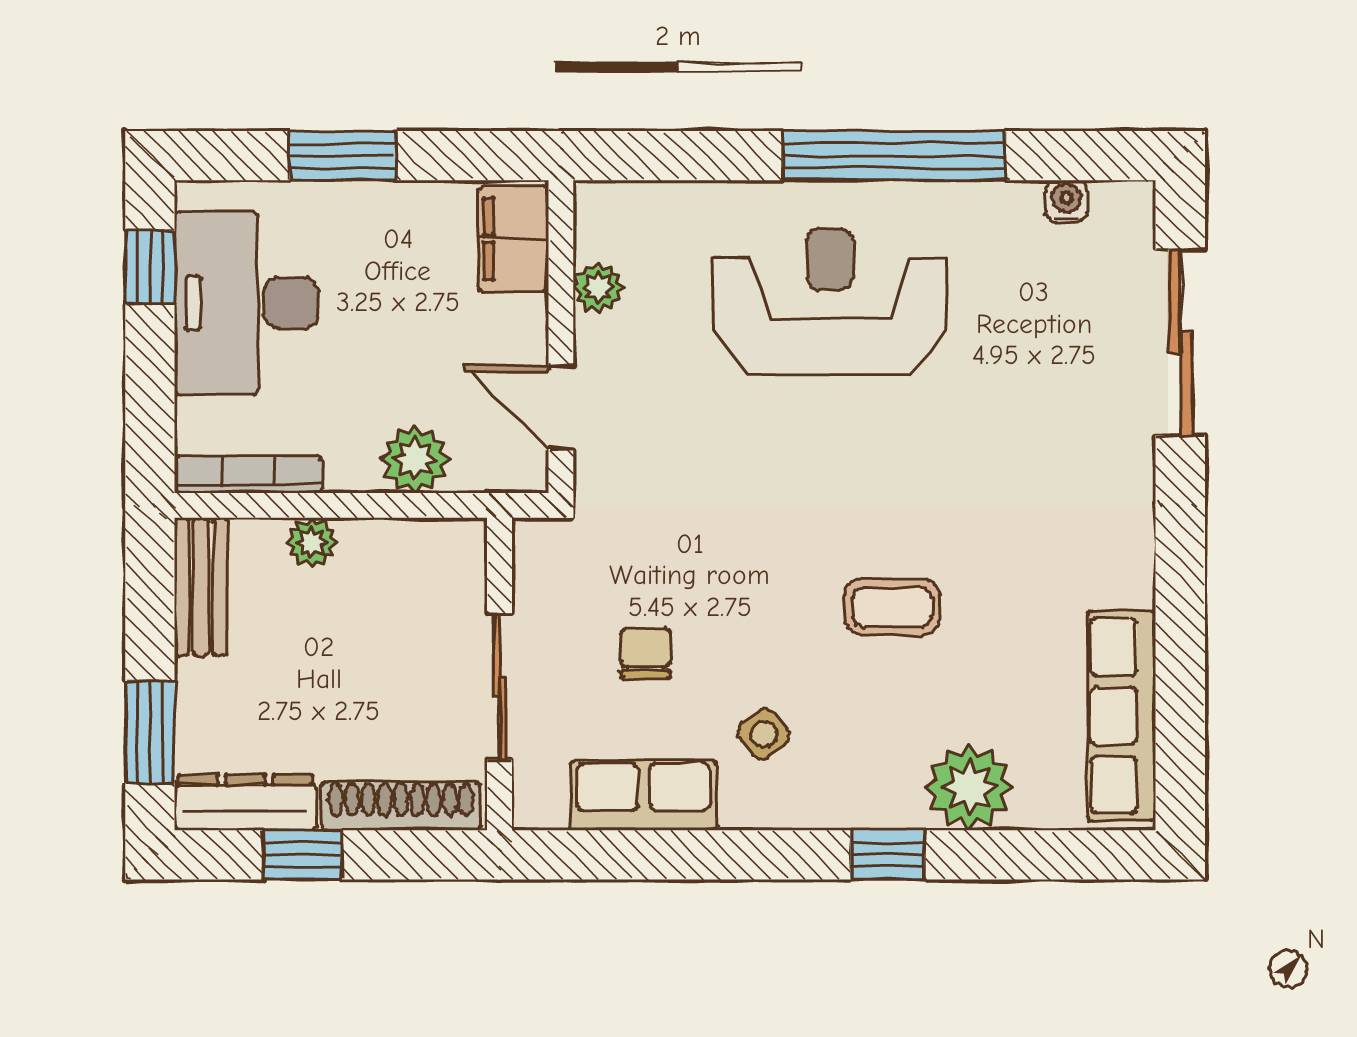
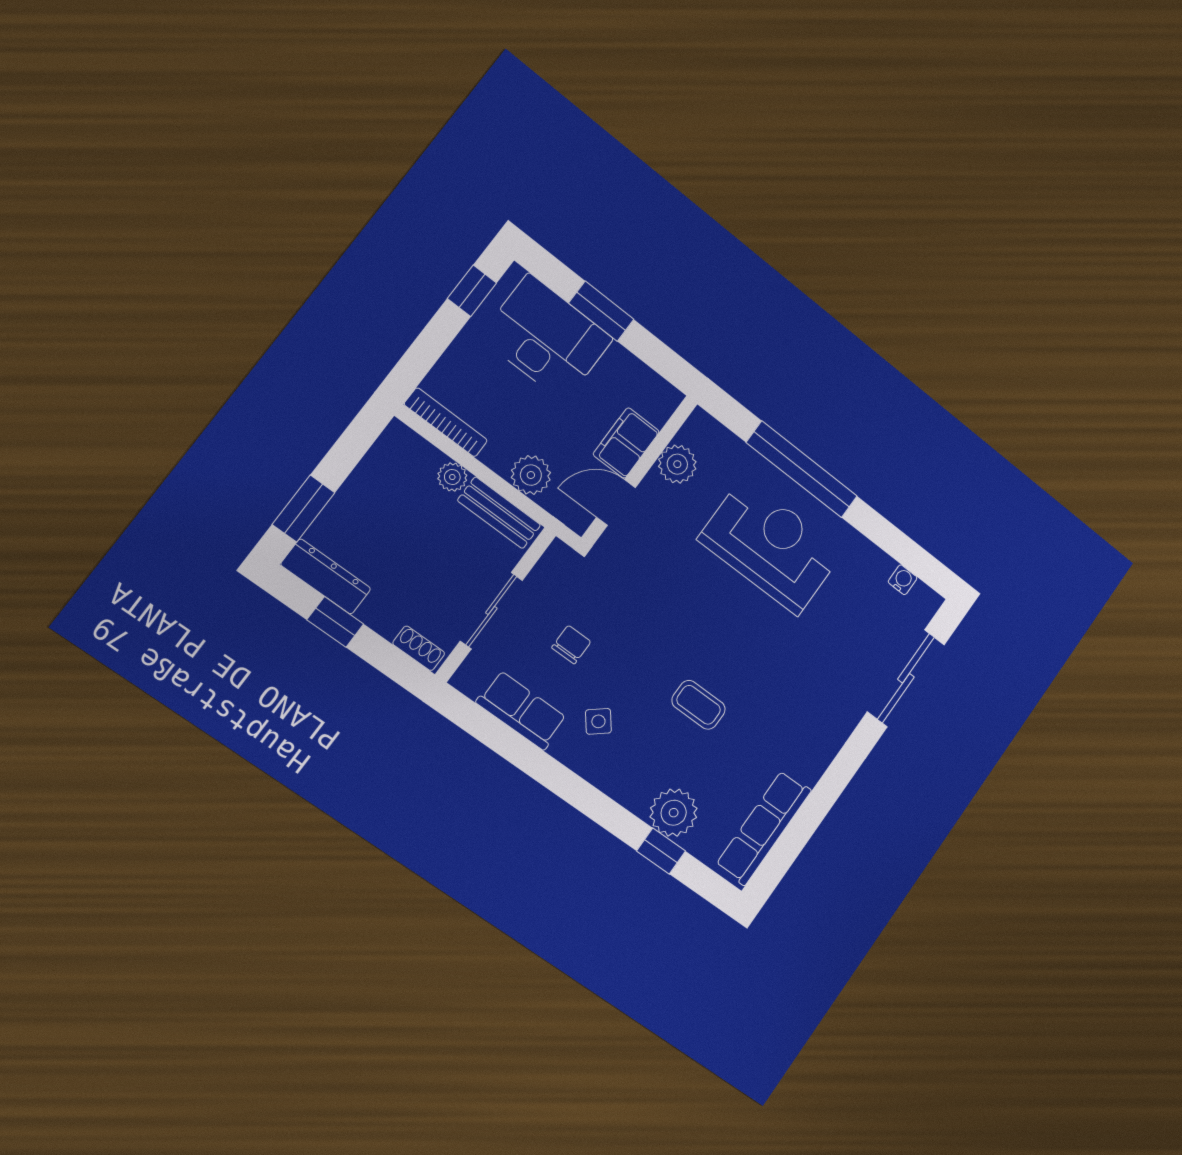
window: (894, 156) -> (802, 469), moved
filing cabinet: (513, 239) -> (626, 443), moved
plant: (598, 287) -> (677, 464), width x1.38, depth x1.38
desk: (246, 303) -> (547, 338), moved, turned 90
door: (561, 408) -> (616, 502), hinge flipped
bench: (201, 587) -> (499, 513), moved, turned 90
shoe rack: (401, 806) -> (419, 648), width x0.51, depth x0.81
window: (888, 855) -> (661, 851), moved

